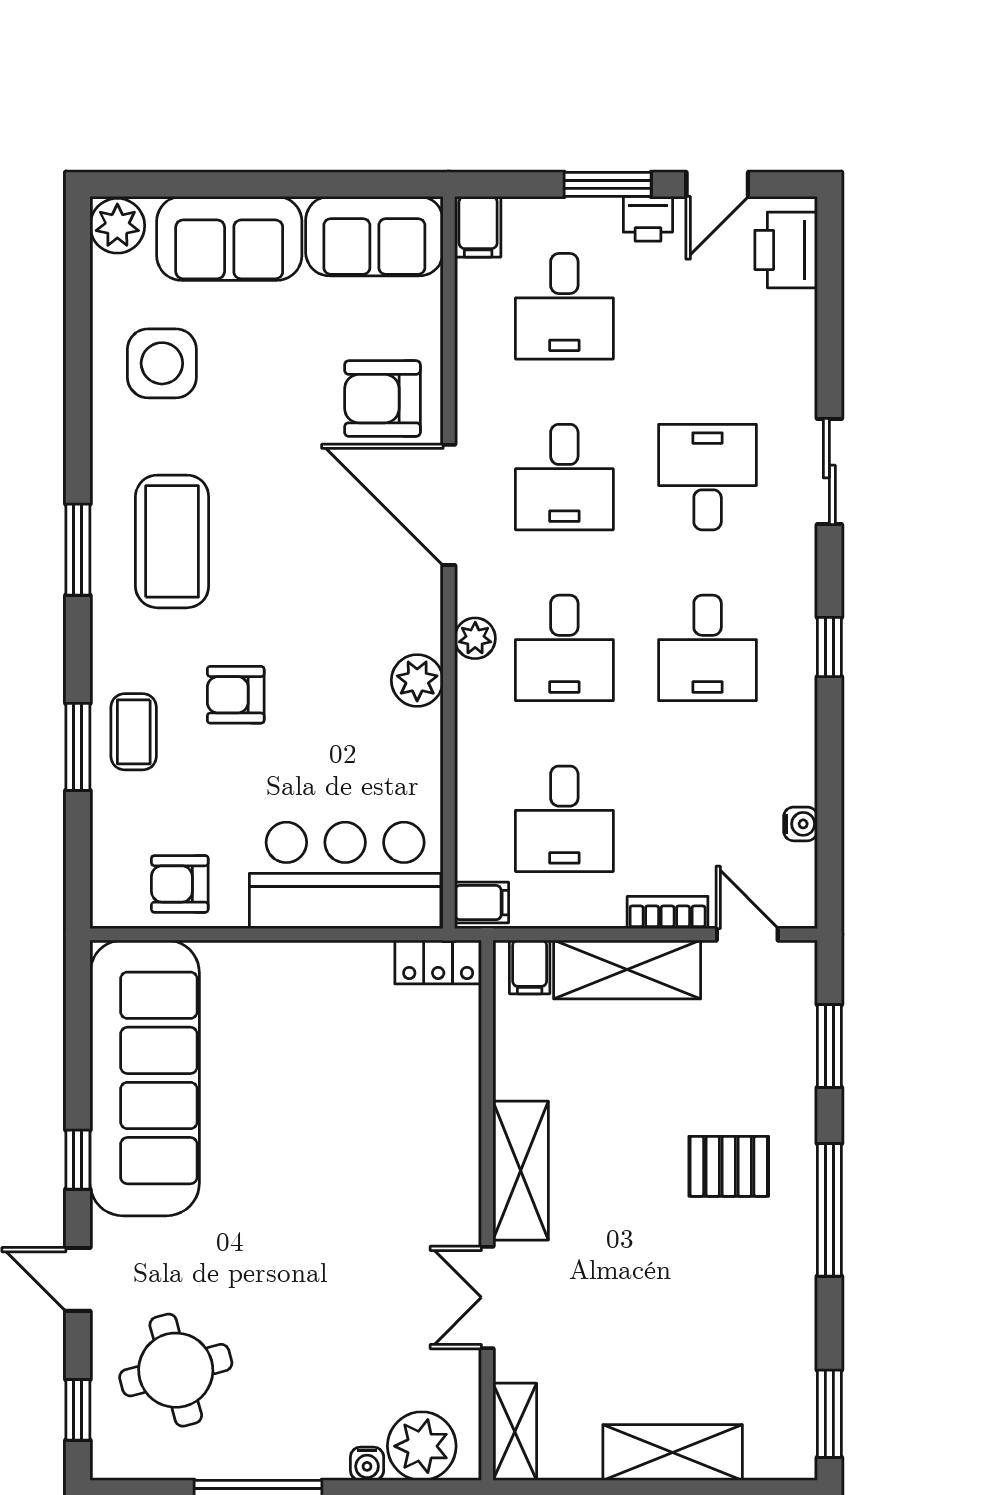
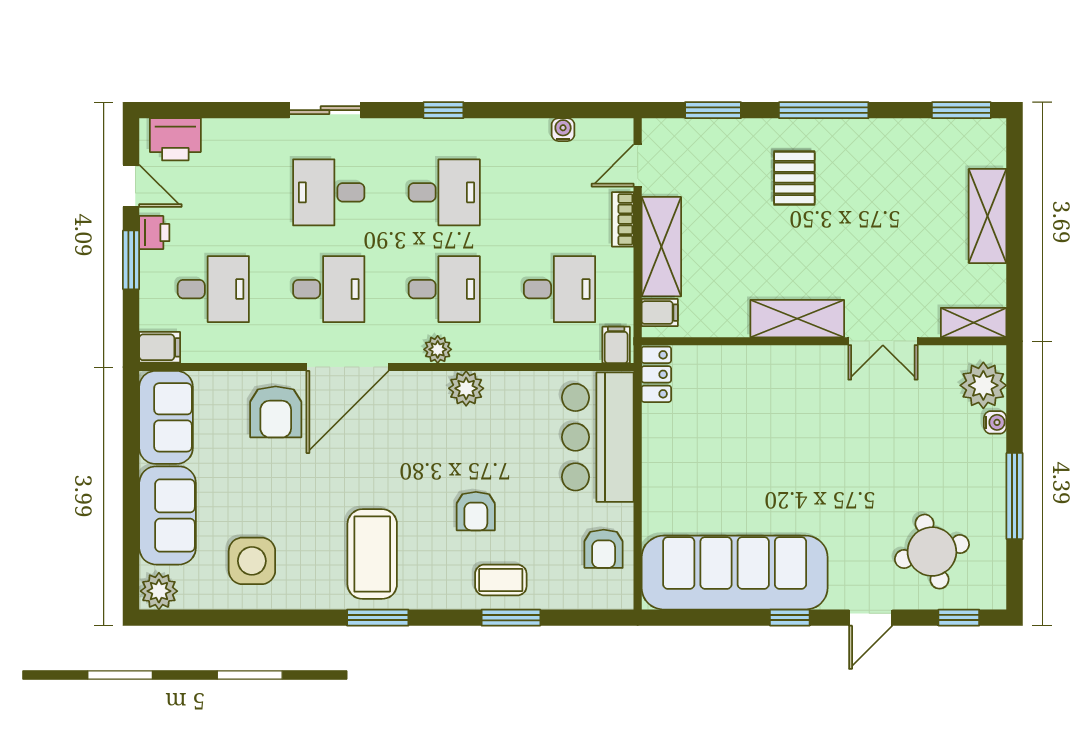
coffee table: (172, 541) -> (372, 554), turned 90

